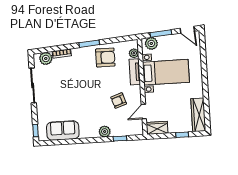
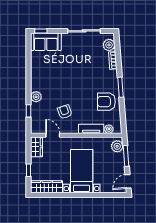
armchair: (105, 58) -> (106, 102), turned 90
bed with nightstands: (166, 72) -> (82, 171), moved, turned 180
sofa: (63, 131) -> (46, 42), moved, turned 90

